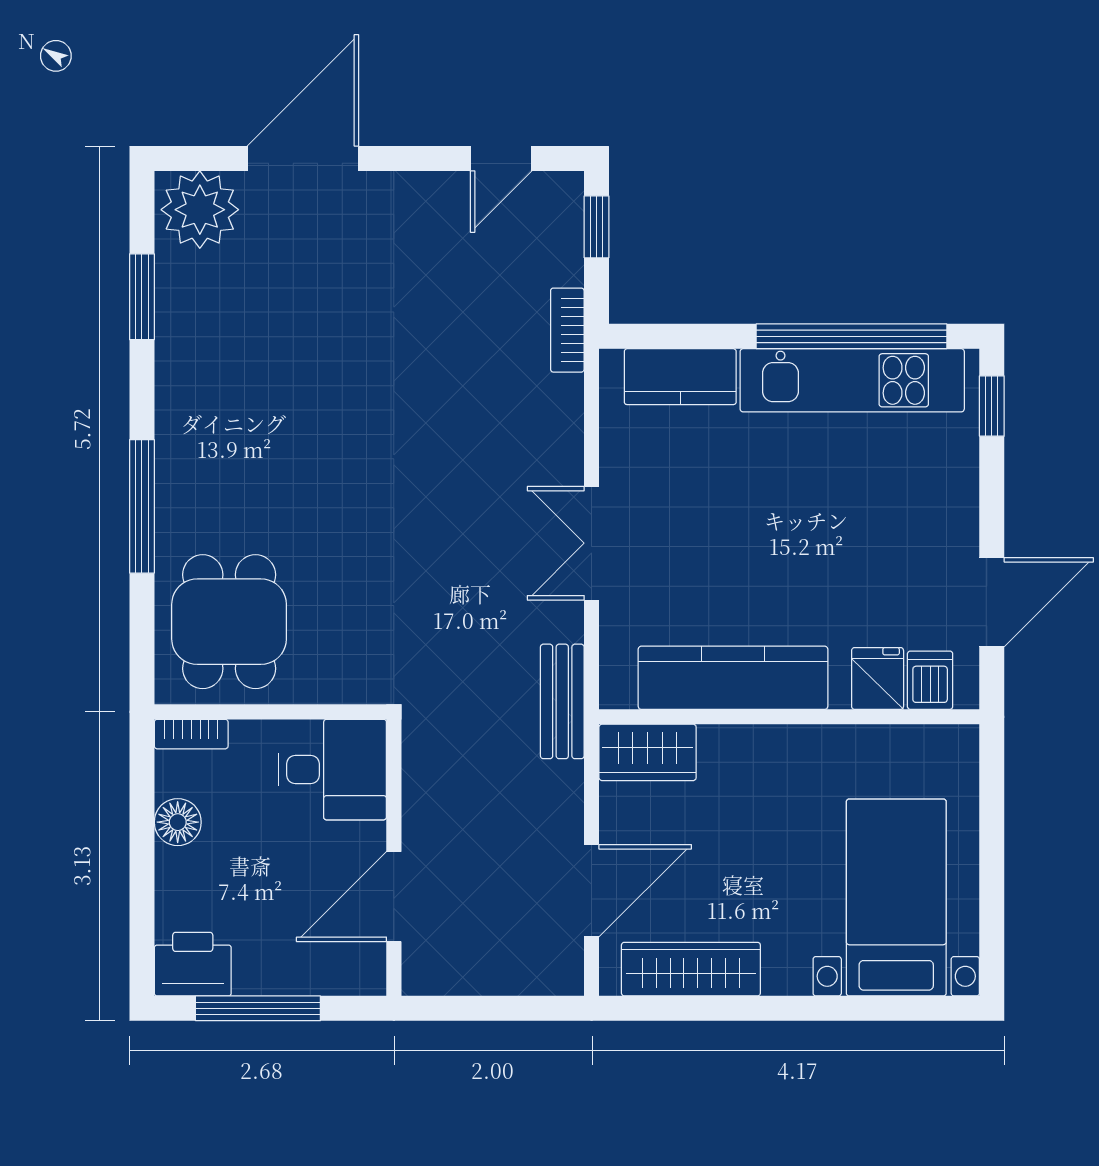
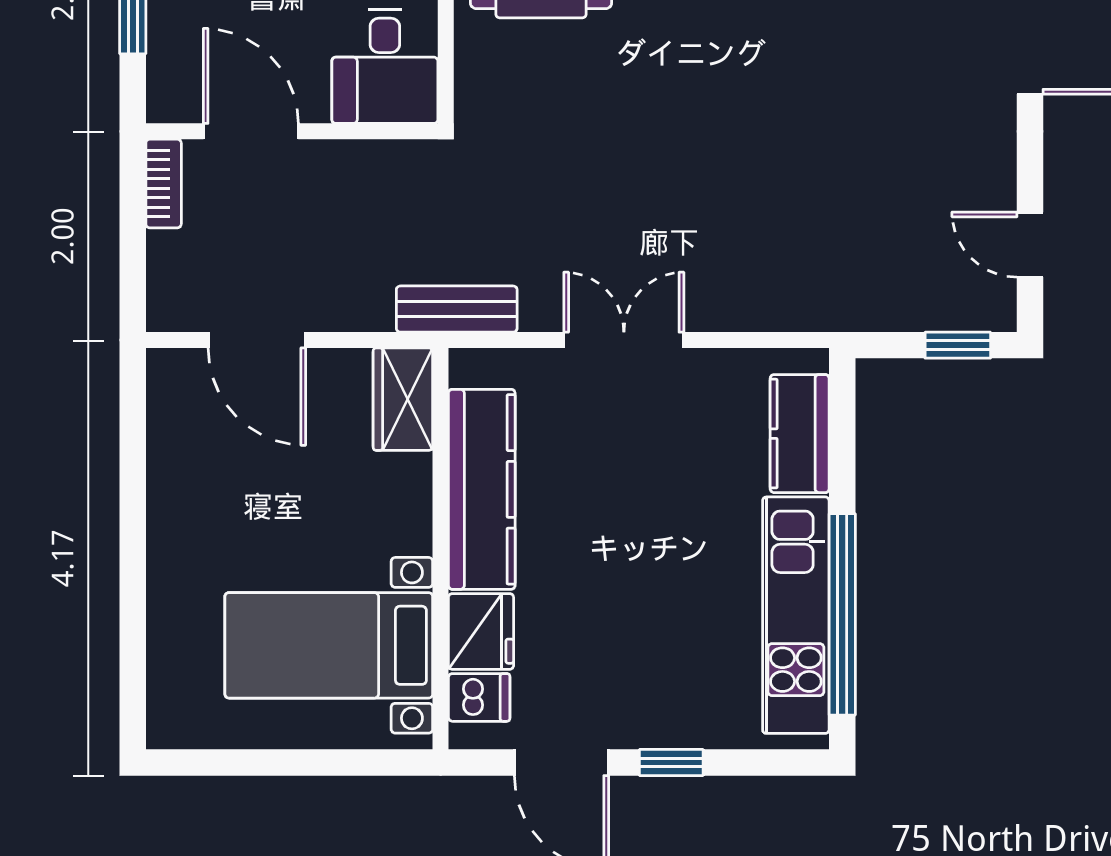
bookcase: (567, 330) -> (164, 184), moved, turned 90
window: (992, 406) -> (671, 763), moved
fridge: (878, 678) -> (481, 631), width x1.38
bed with nightstands: (896, 898) -> (329, 645), moved, turned 180
wardrobe: (691, 969) -> (174, 445), removed

